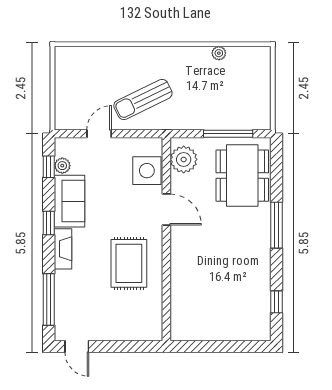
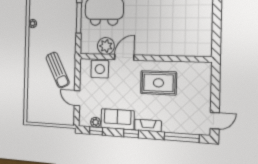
plant: (184, 159) -> (106, 46), moved

